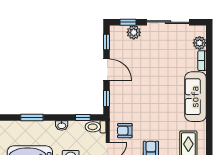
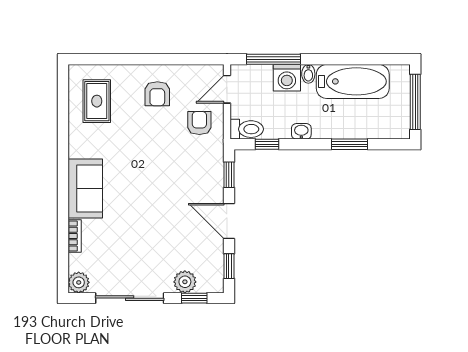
plant: (200, 43) -> (79, 282), moved
sofa: (195, 97) -> (85, 189), width x0.73
armchair: (125, 131) -> (199, 123), turned -90

